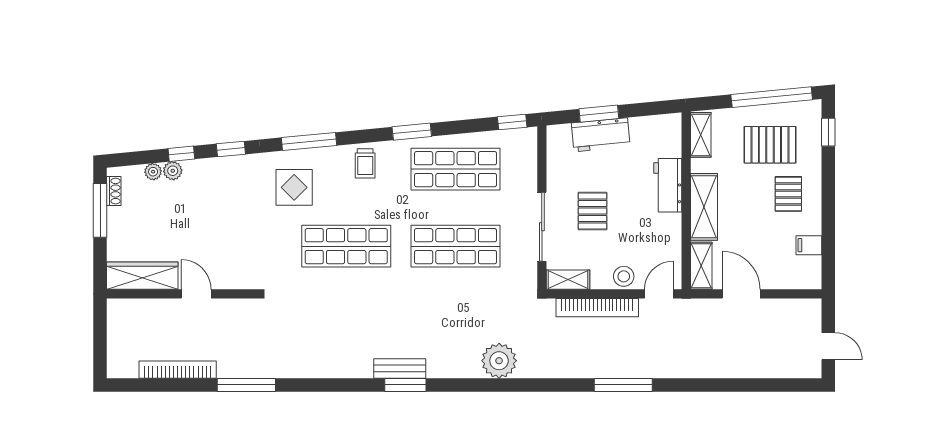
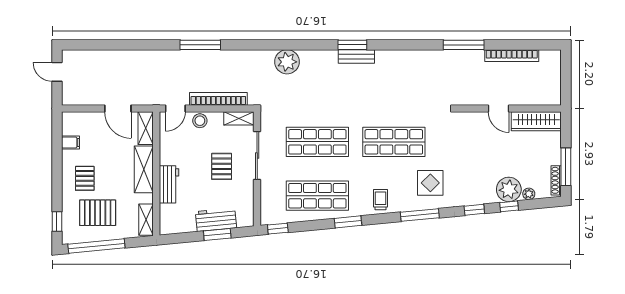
plant: (173, 171) -> (509, 189), width x1.88, depth x1.88
shoe rack: (114, 191) -> (556, 180), width x1.43

